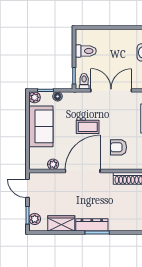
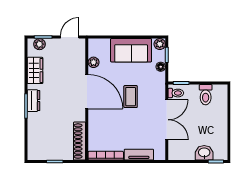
armchair: (118, 147) -> (110, 127), removed
dresser: (92, 225) -> (34, 101), width x0.70

